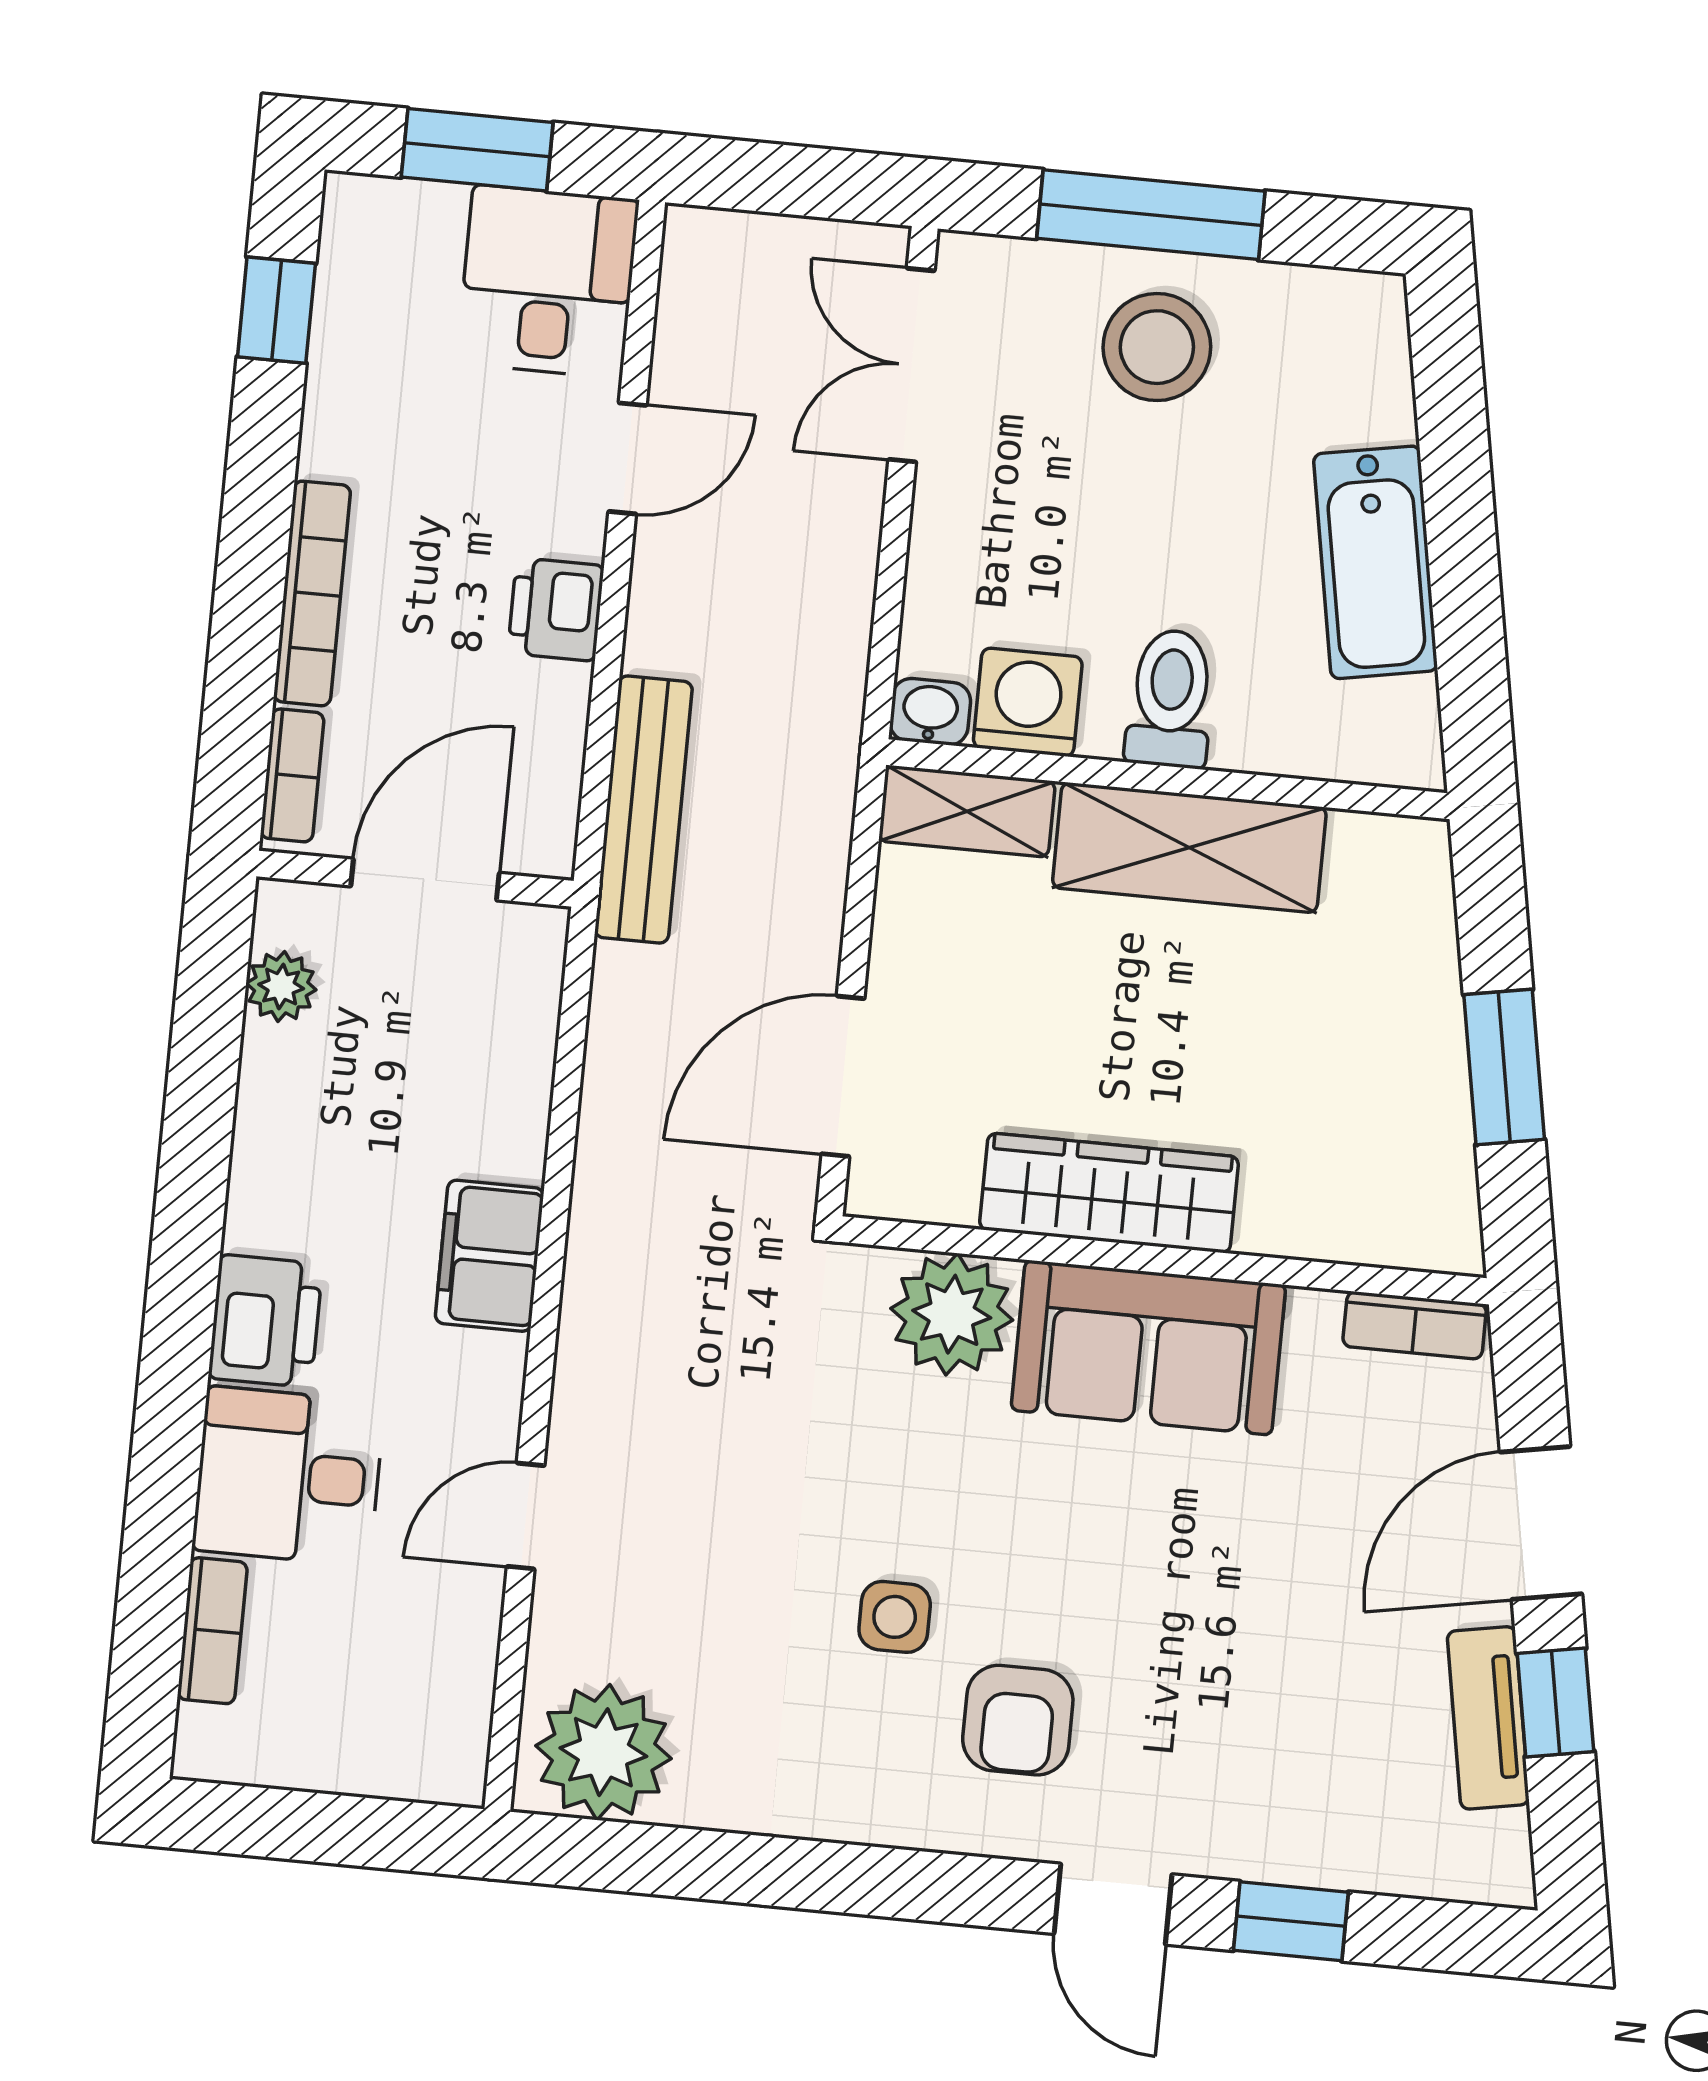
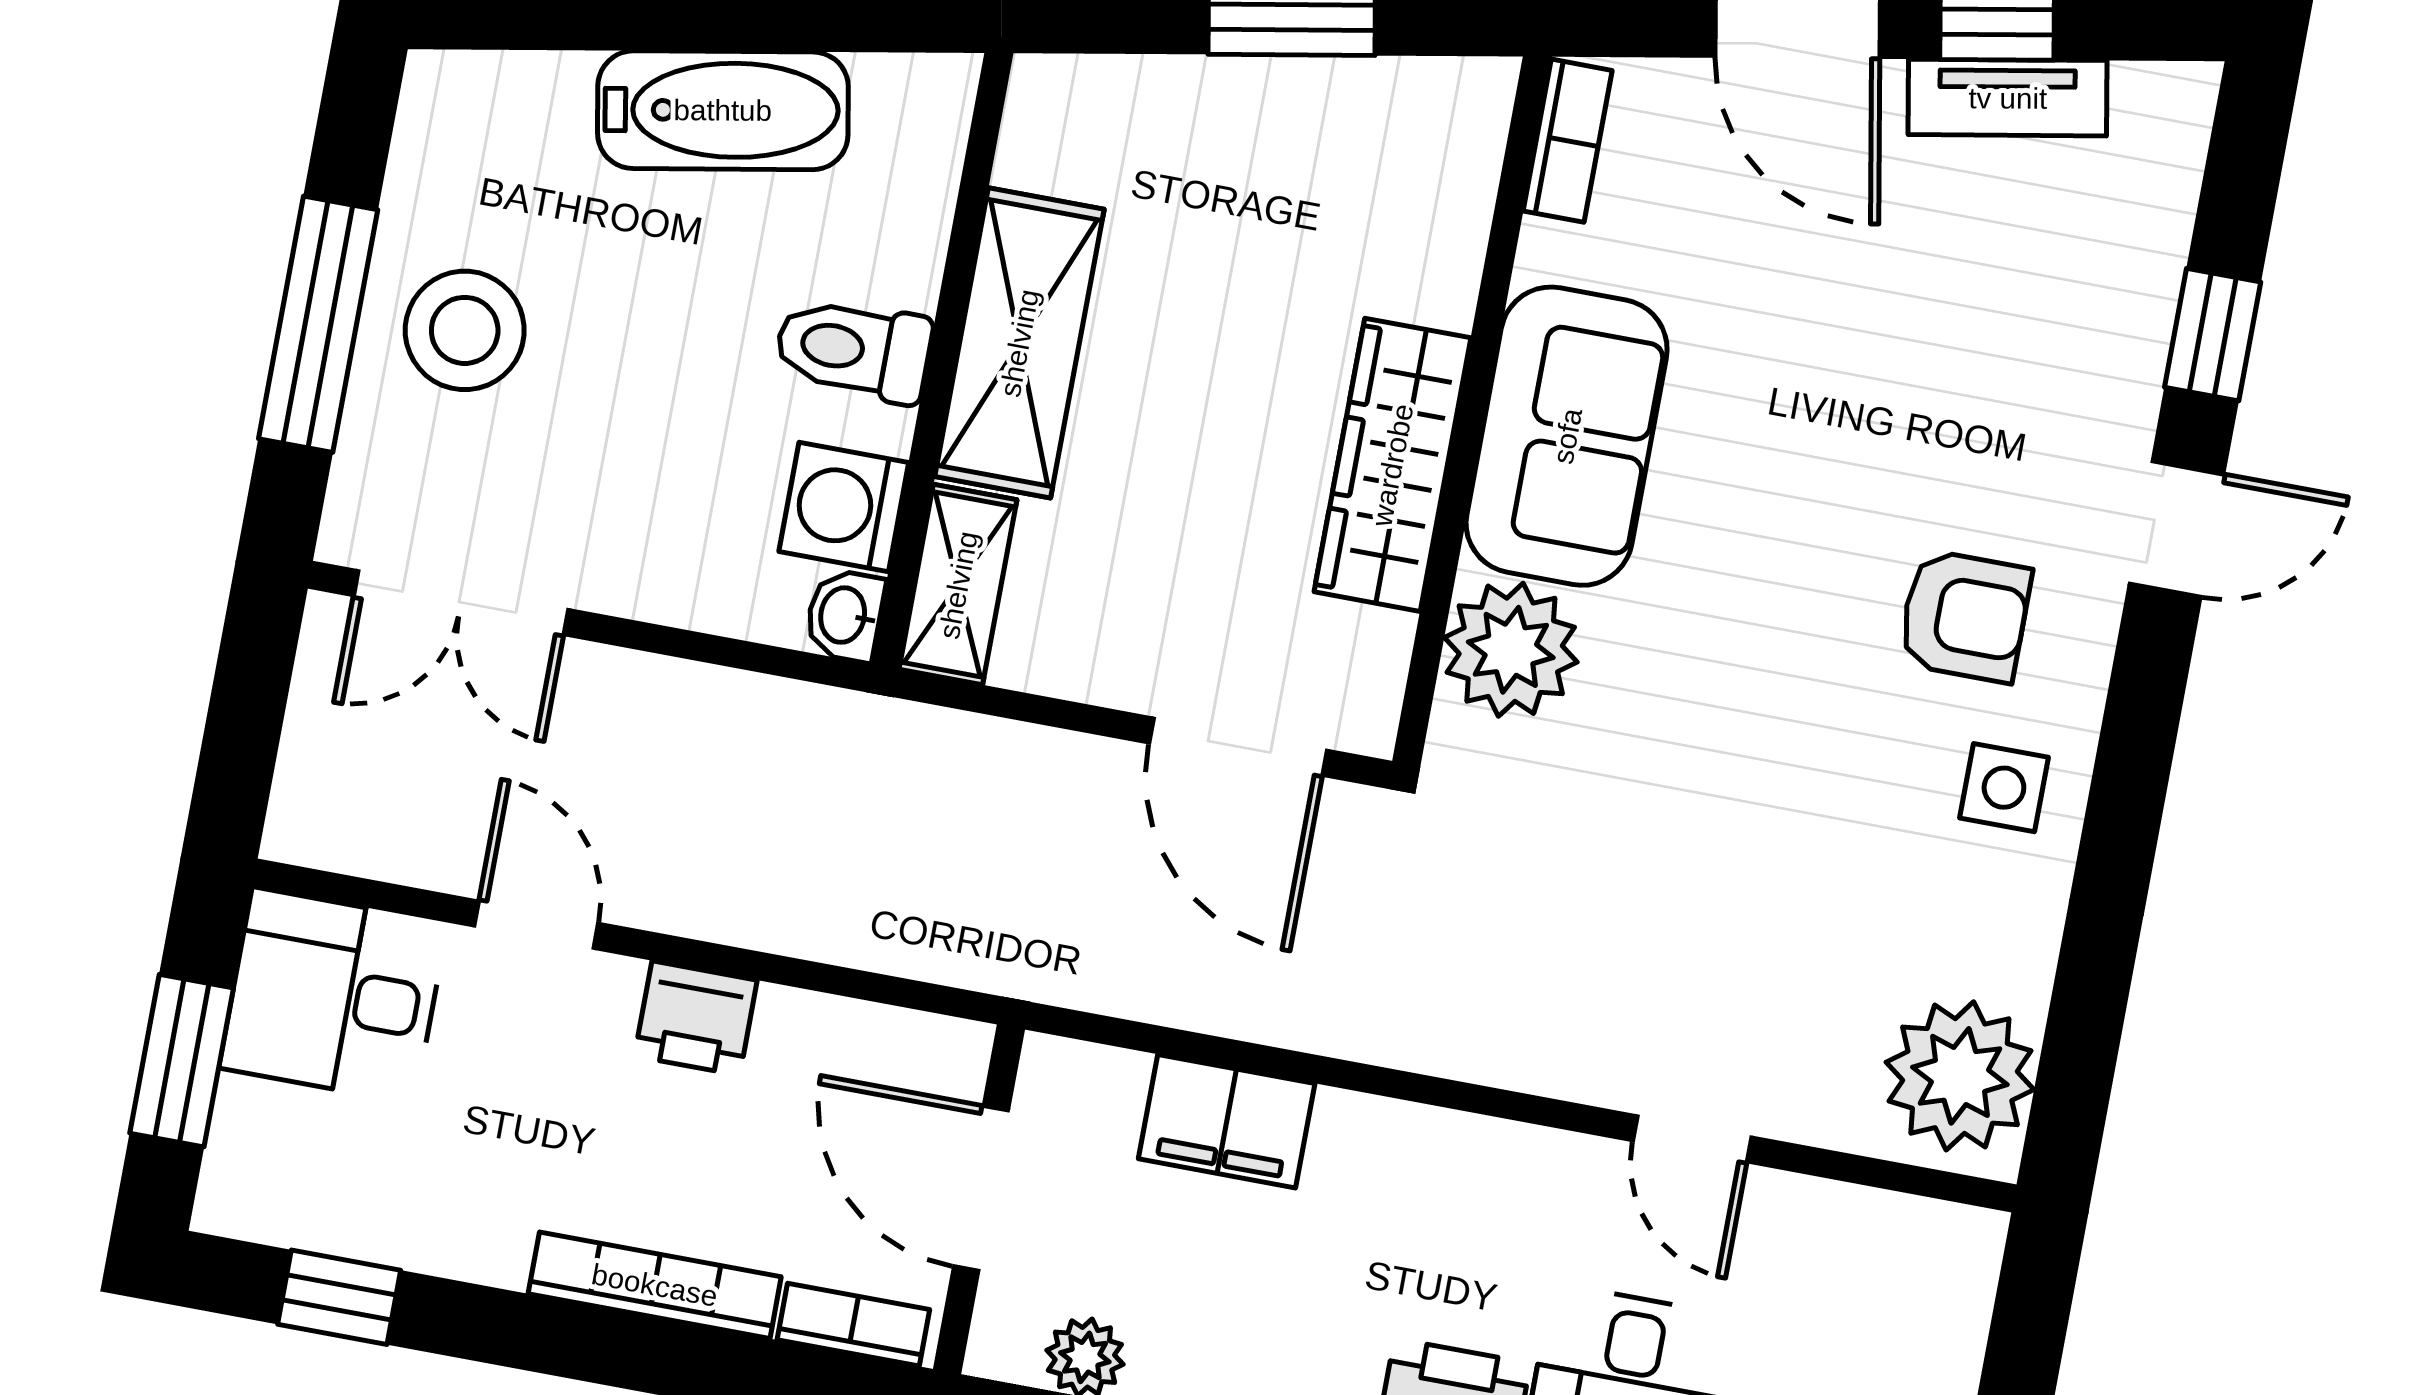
bench: (644, 810) -> (925, 941), removed
filing cabinet: (489, 1256) -> (1227, 1121), moved
side table: (895, 1617) -> (2004, 788), moved

